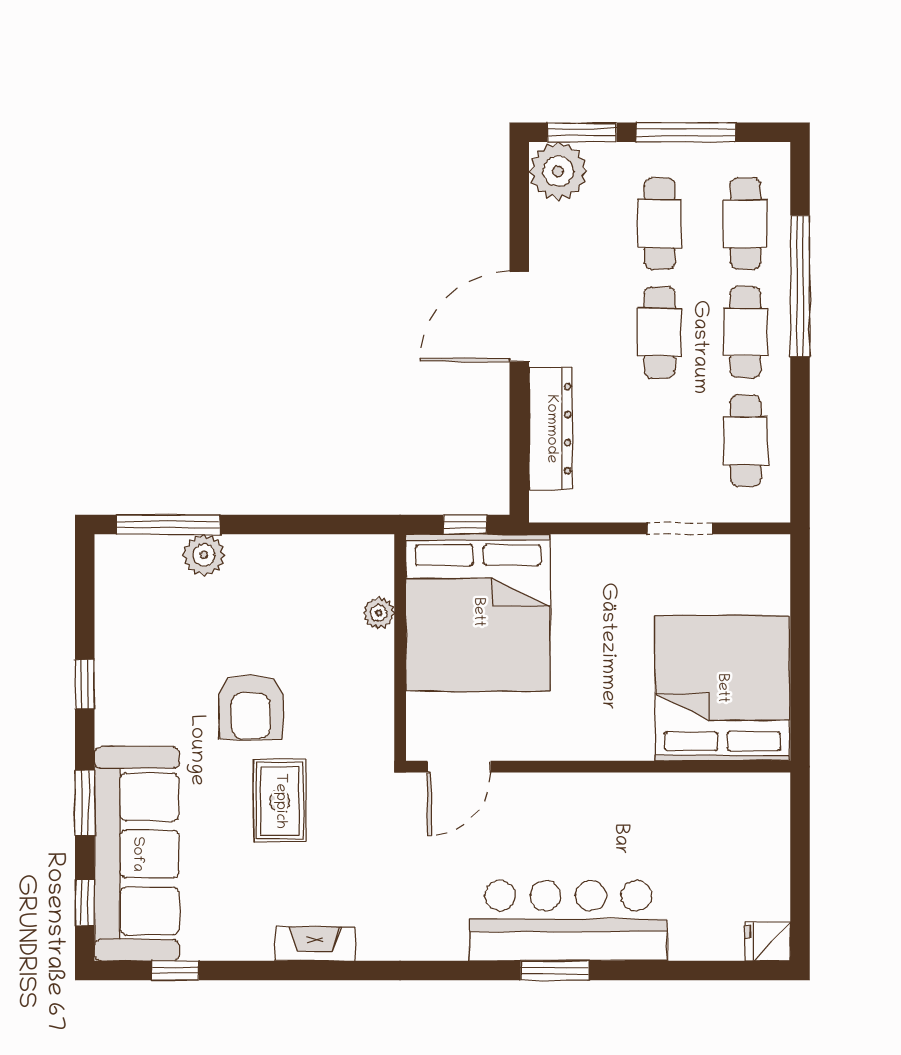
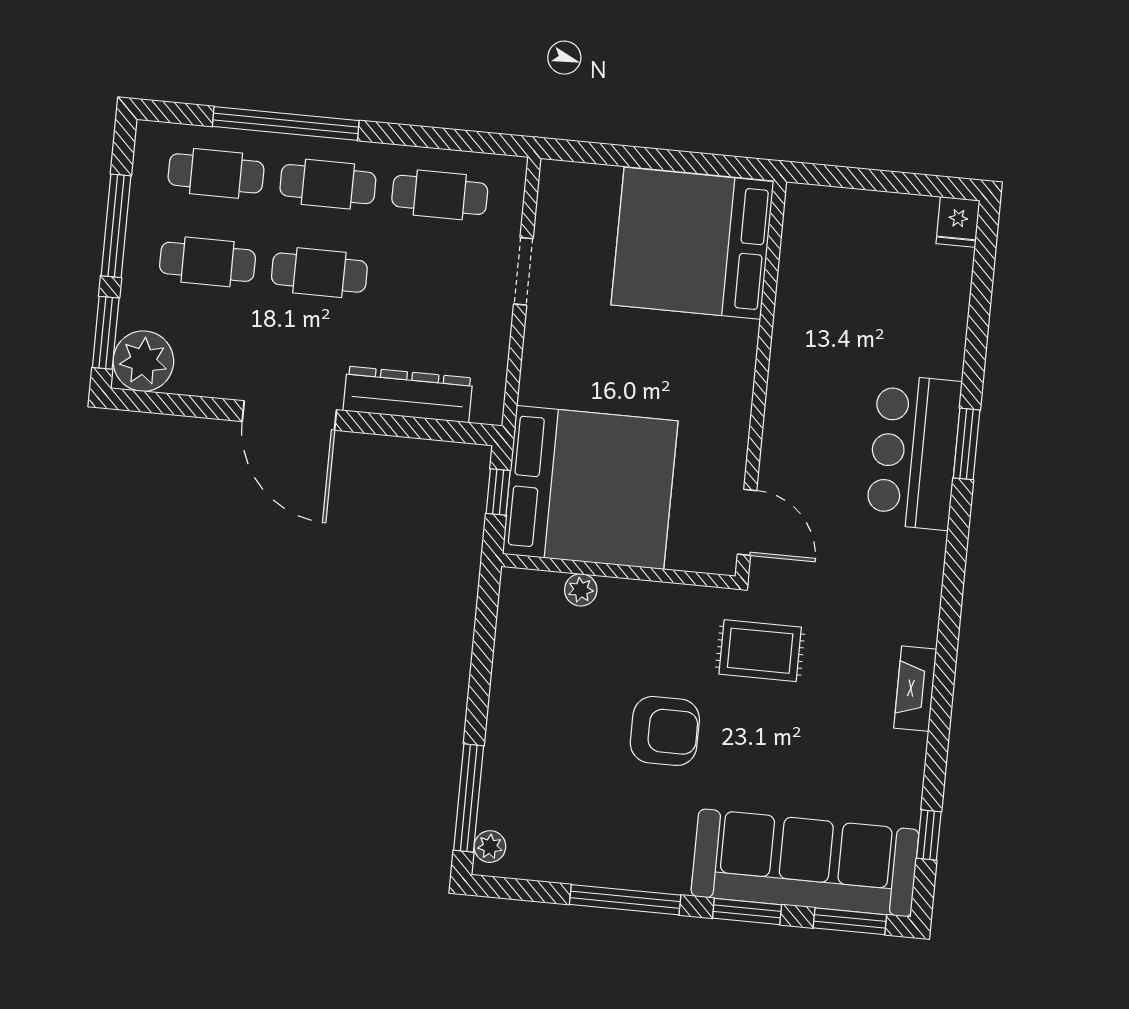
plant: (204, 555) -> (490, 847), moved, width x0.73, depth x0.73
window: (85, 684) -> (625, 900), width x2.17
rug: (280, 801) -> (760, 651), moved
window: (85, 902) -> (850, 921), width x1.50
bar counter: (568, 921) -> (914, 452), width x0.73

